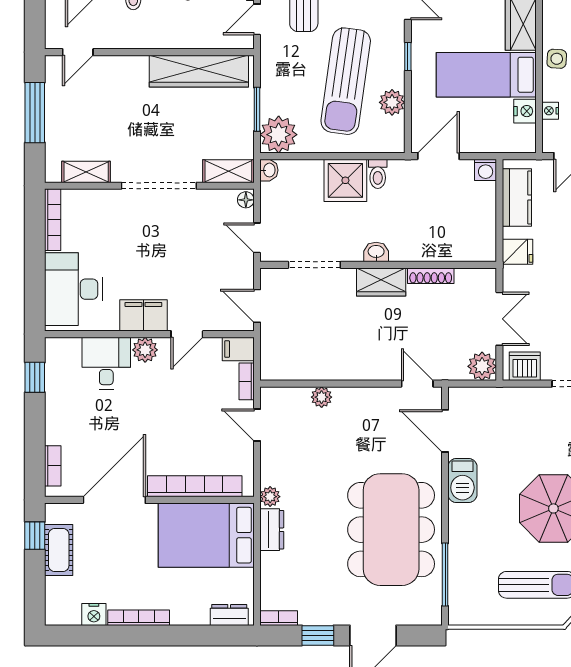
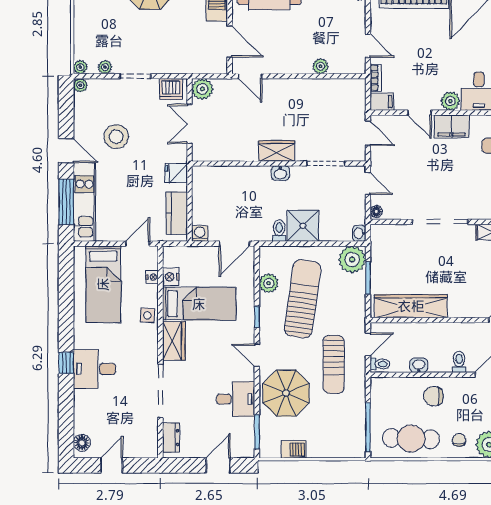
shelving: (228, 171) -> (389, 232), removed
shoe rack: (431, 276) -> (240, 156), removed
door: (187, 334) -> (420, 113), swing flipped

